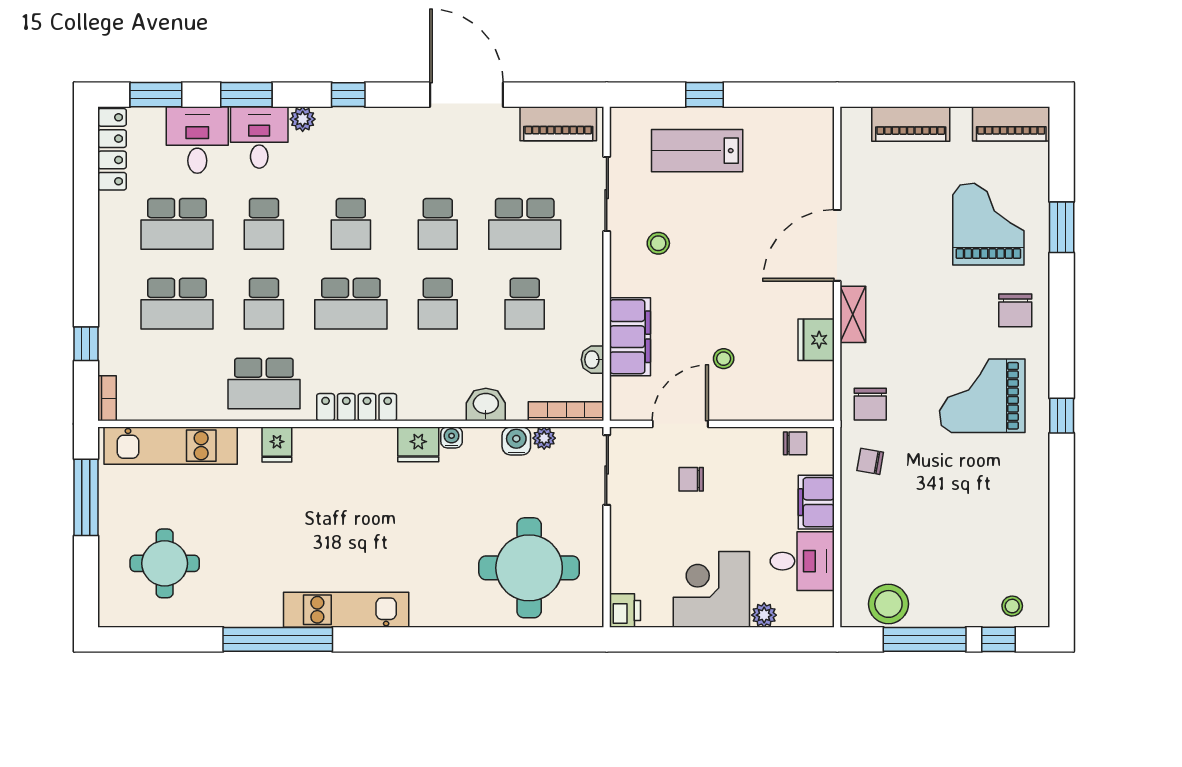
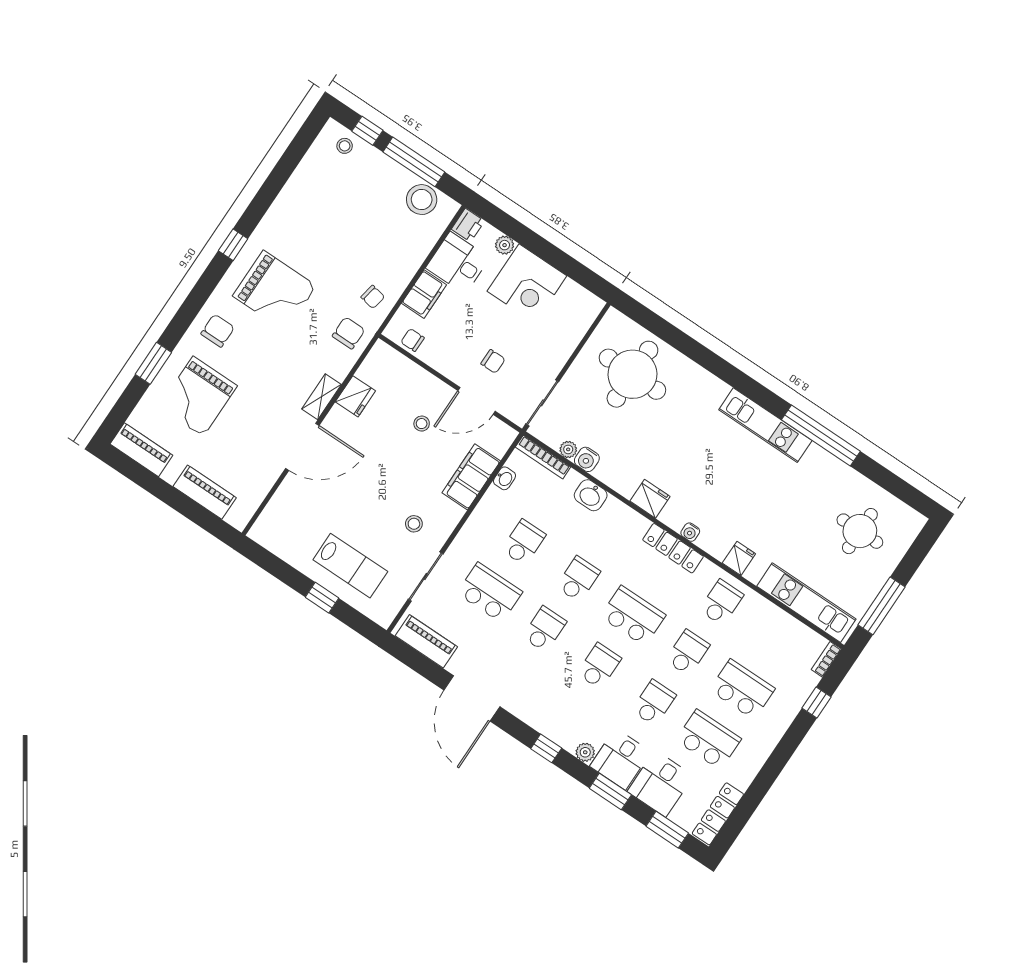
school desk: (264, 383) -> (721, 602), width x0.54
water cooler: (452, 437) -> (690, 532), moved
printer: (625, 610) -> (468, 225), moved, turned 180

